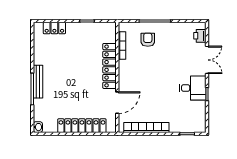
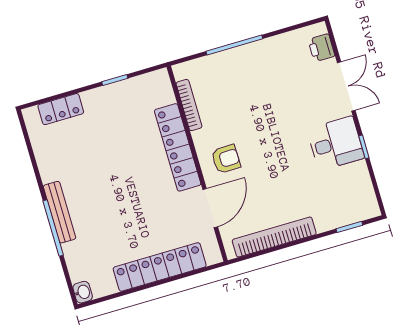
armchair: (148, 40) -> (226, 159), moved, turned 89

